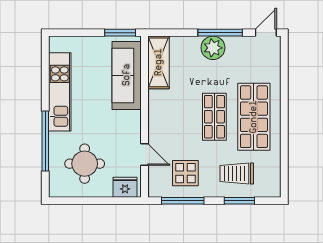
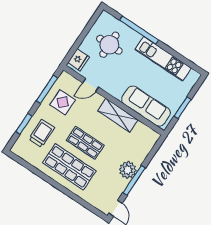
window: (120, 33) -> (183, 108), moved
shelving: (159, 62) -> (118, 115), moved

